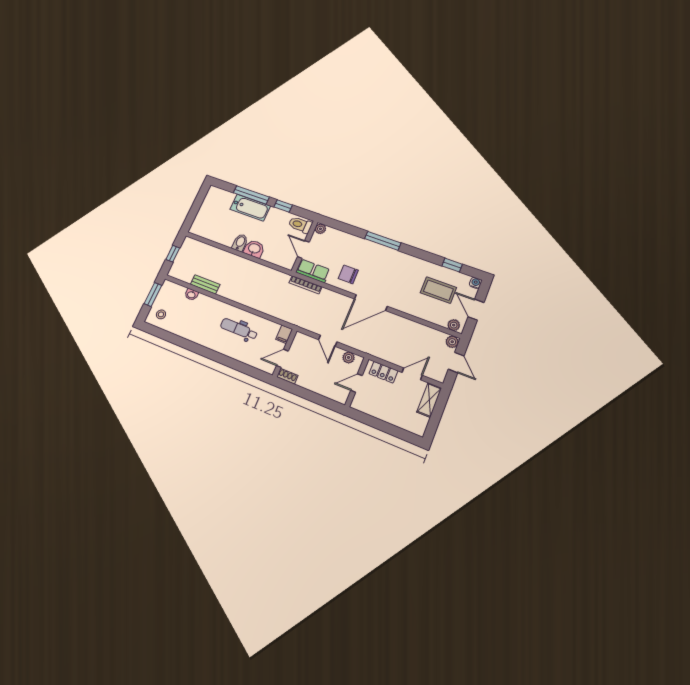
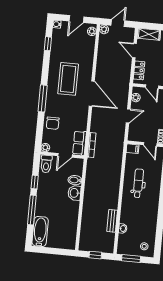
bathtub: (250, 208) -> (40, 231), moved
bidet: (240, 243) -> (75, 180), moved
chair: (348, 274) -> (53, 123), moved
coffee table: (438, 290) -> (68, 79), moved, width x1.36, depth x1.32
dental chair: (239, 329) -> (138, 183), turned 180

